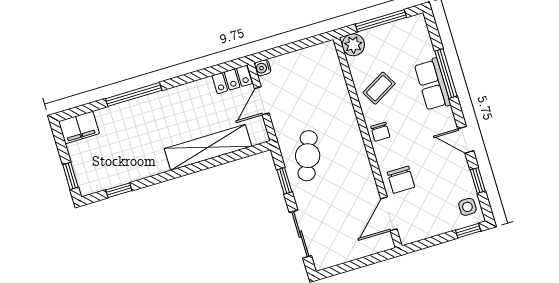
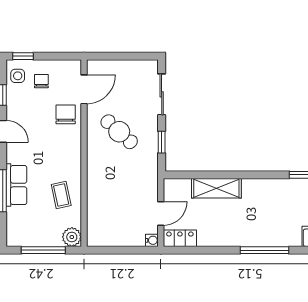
coffee table: (379, 88) -> (61, 195), turned -72
chair: (380, 132) -> (41, 81), moved
shelving: (208, 147) -> (216, 188), width x0.68
cafe table: (308, 156) -> (119, 132), moved, turned -68

